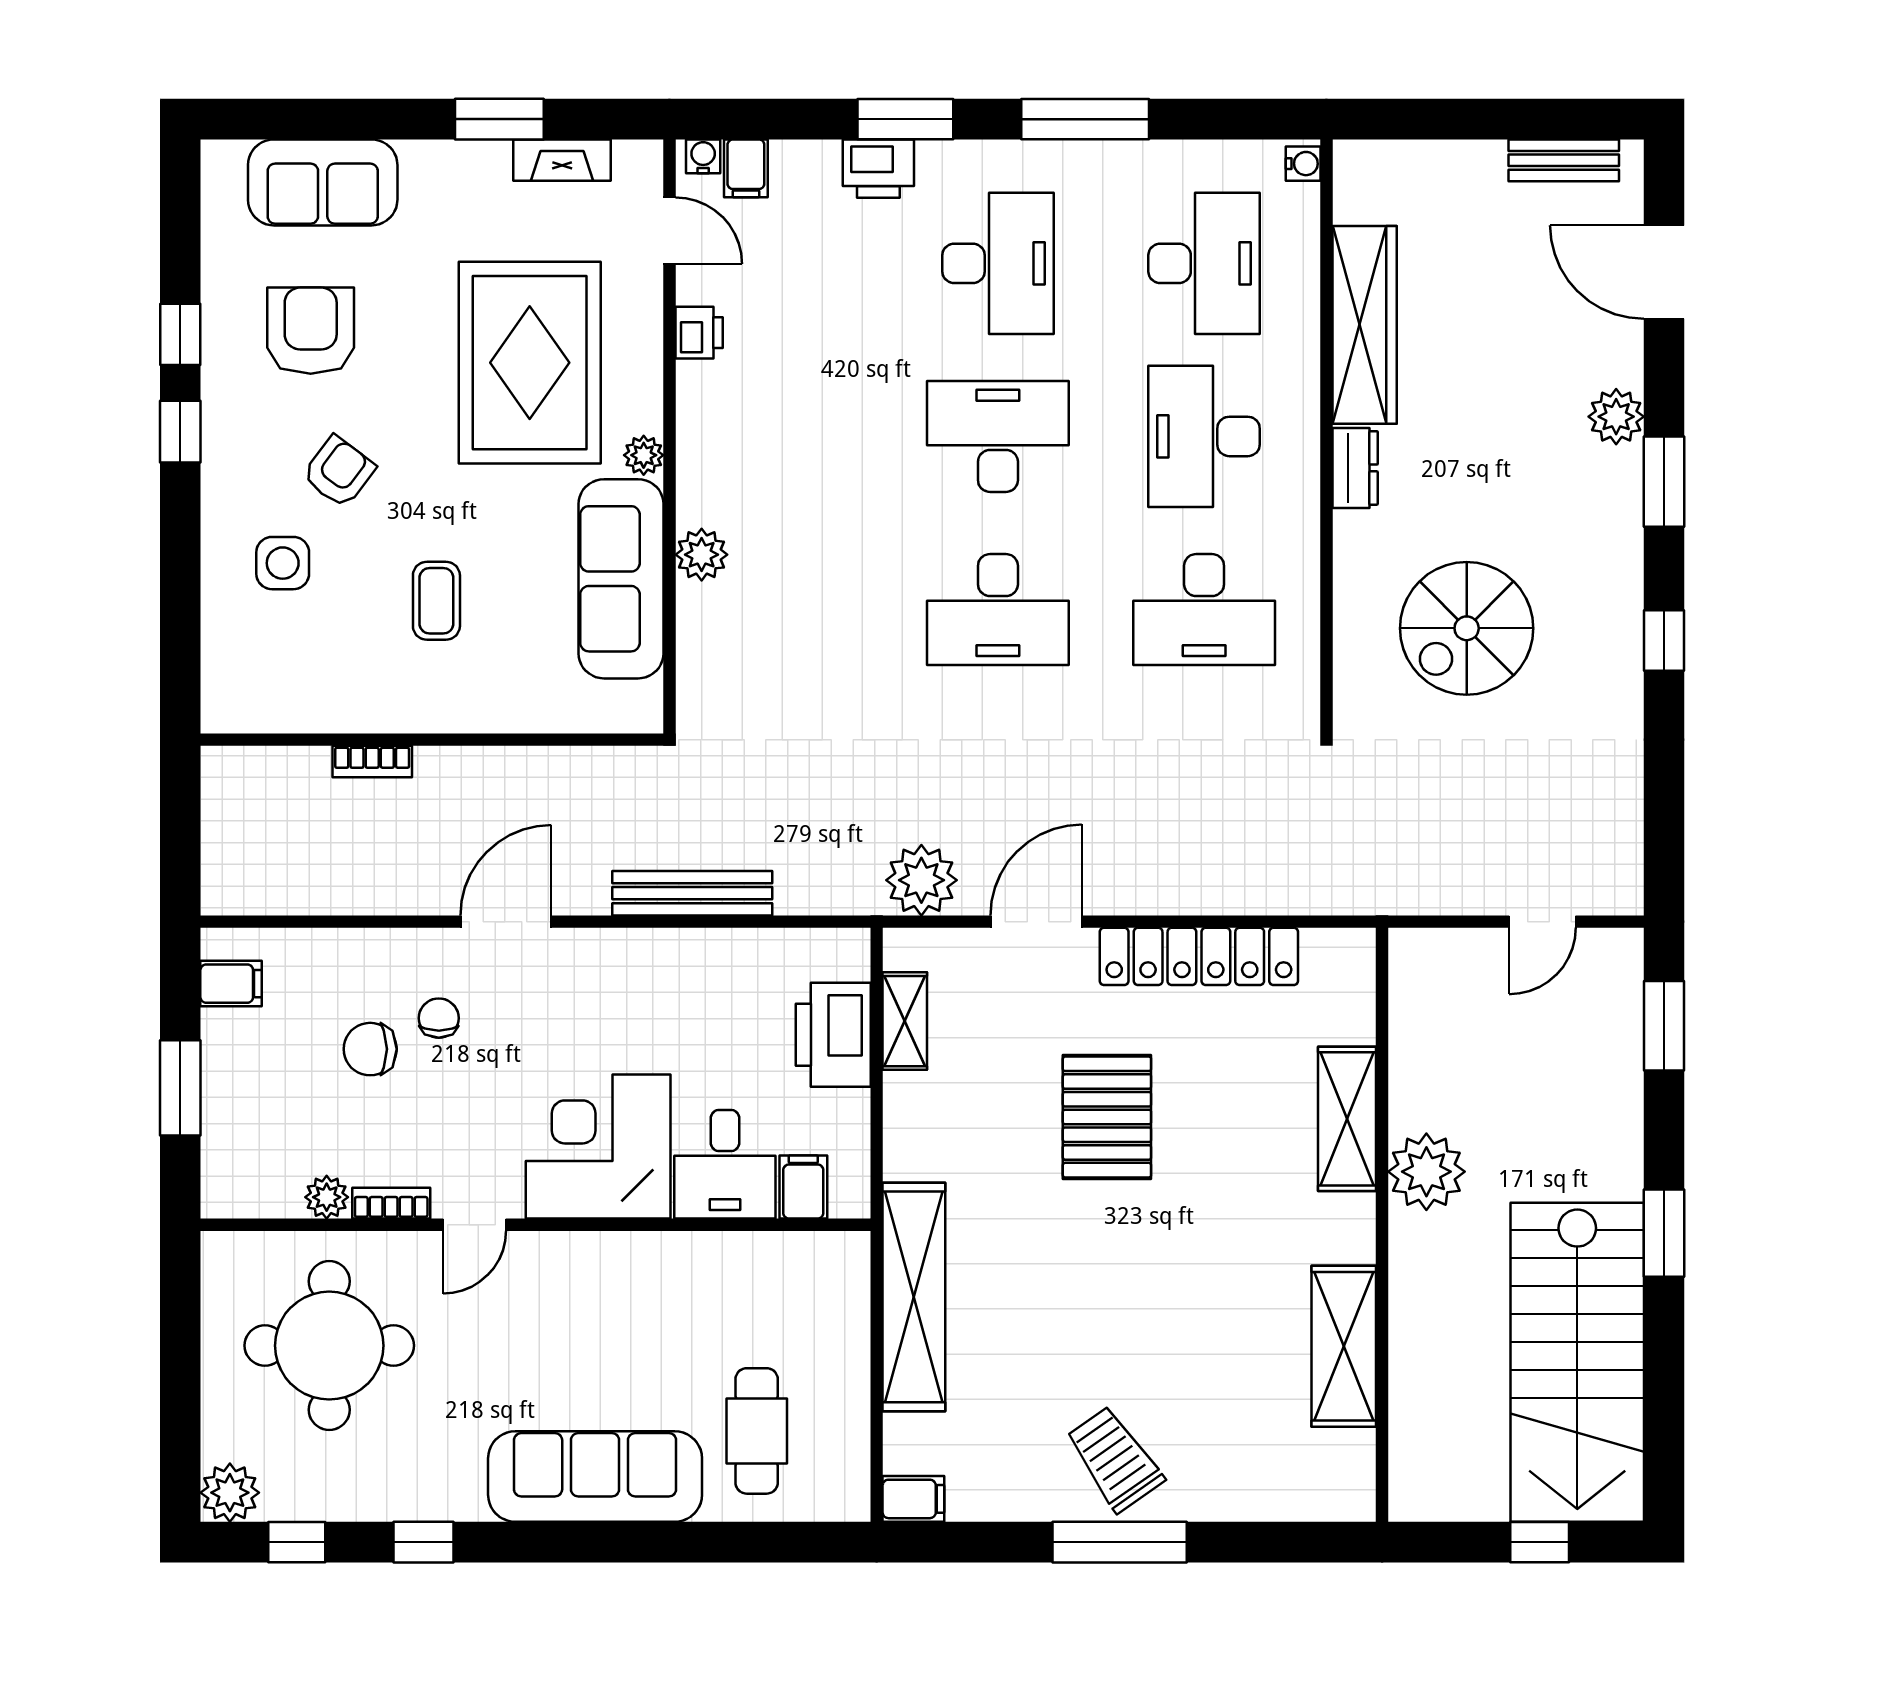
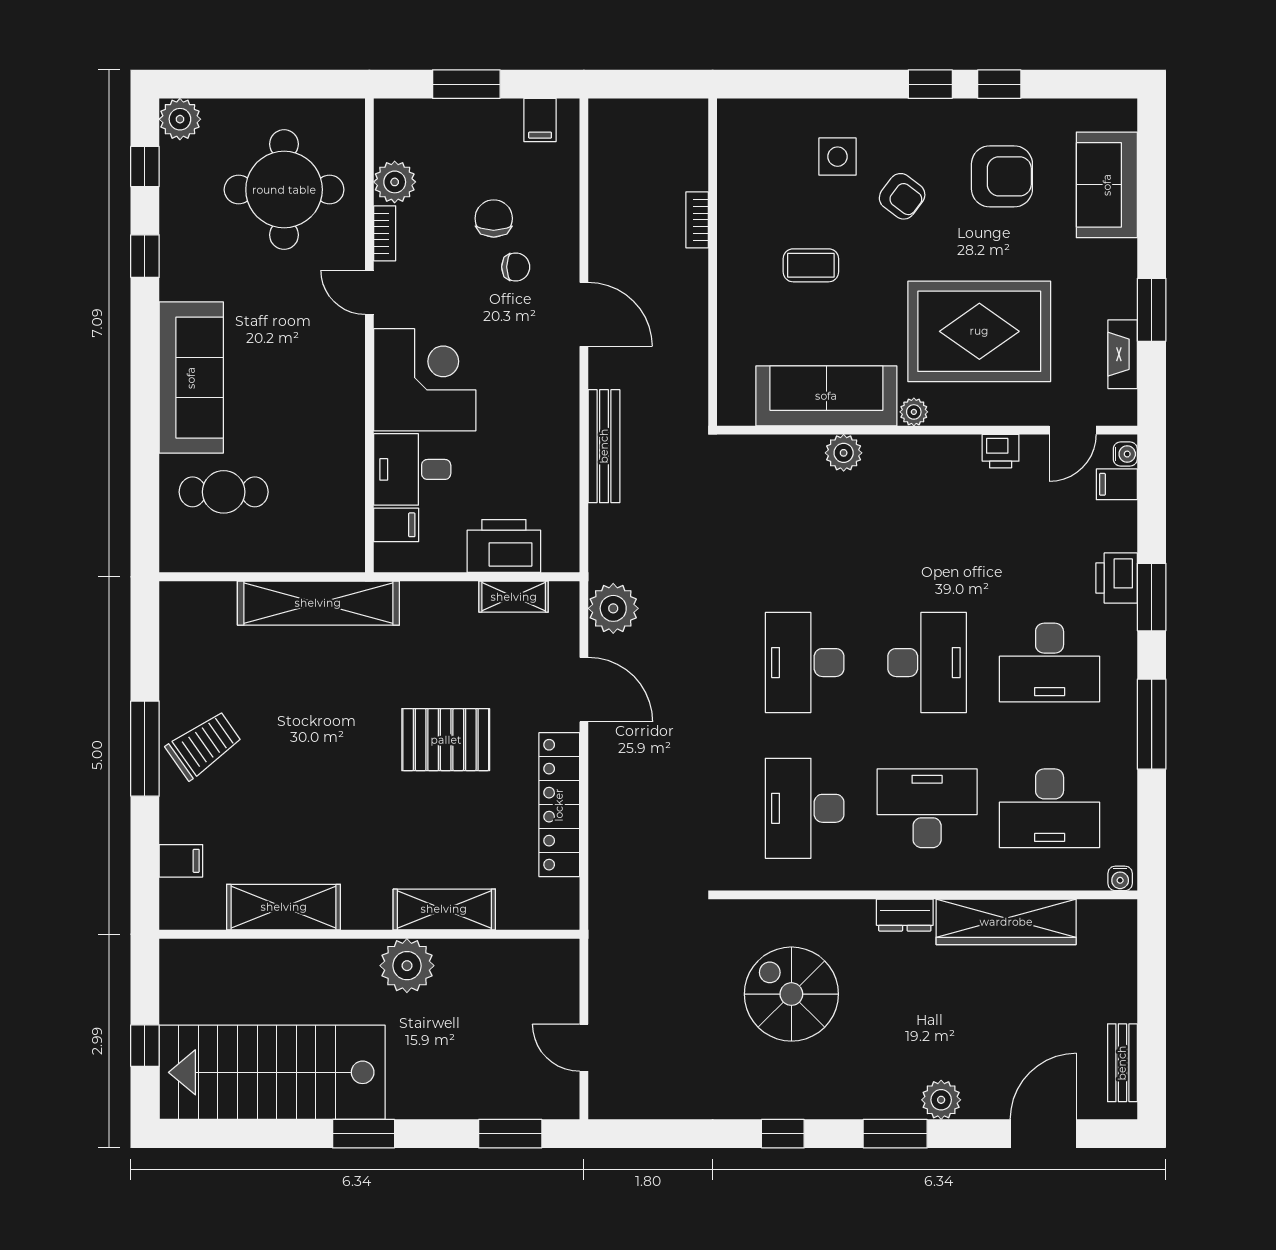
plant: (327, 1197) -> (395, 182), width x1.38, depth x1.38
filing cabinet: (913, 1499) -> (181, 861), moved, turned -90

